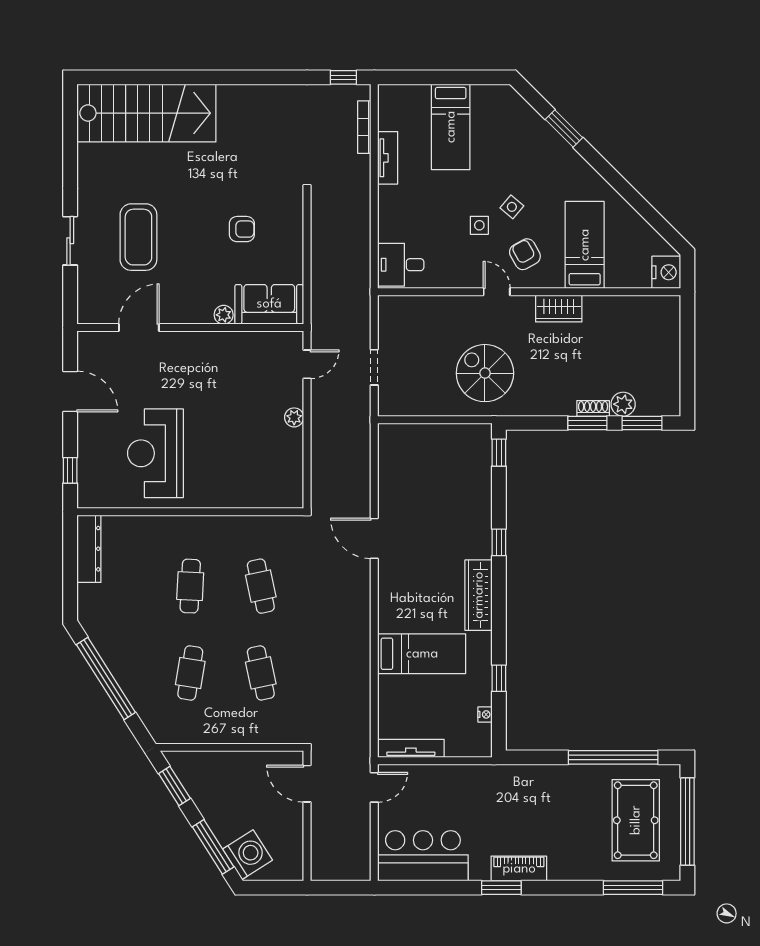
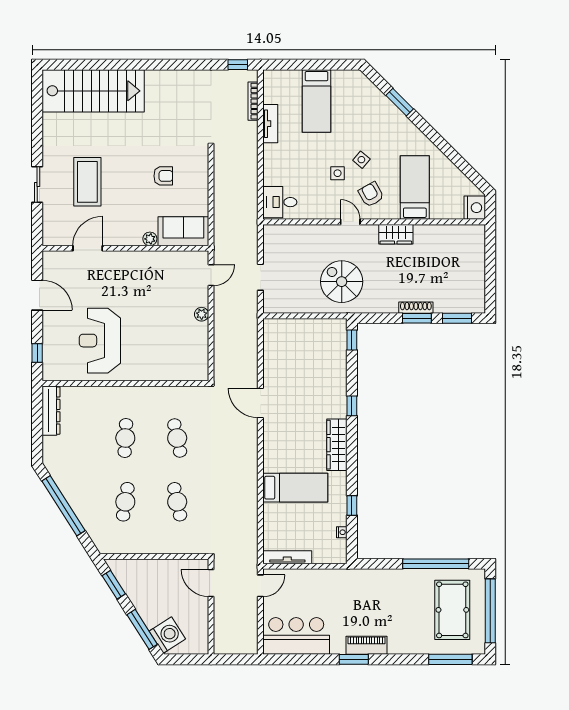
plant: (623, 404) -> (443, 305), removed
shoe rack: (593, 408) -> (416, 308), width x1.43

